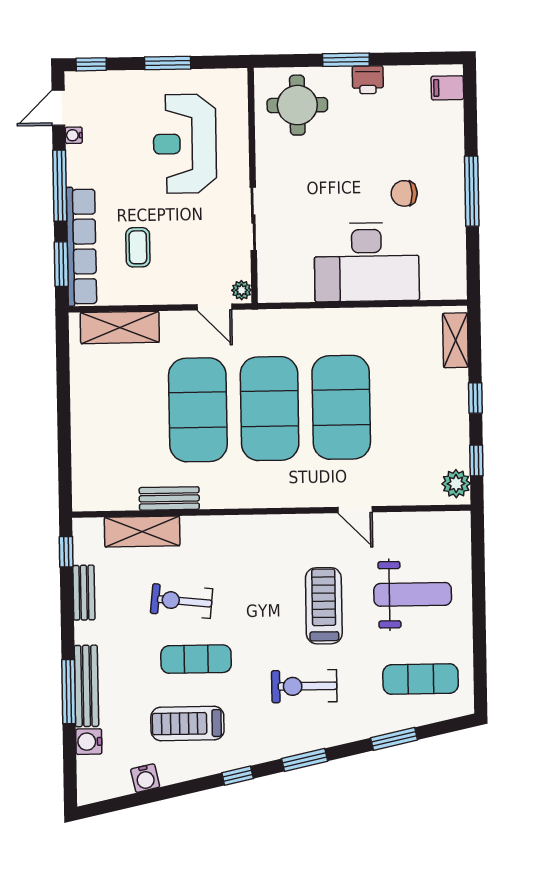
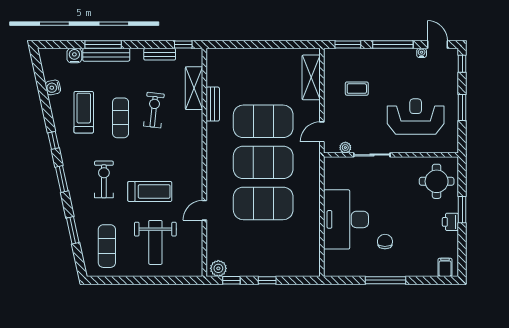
row of seats: (81, 247) -> (358, 56), removed
plant: (242, 290) -> (345, 148), moved
shelving: (455, 340) -> (300, 269), removed

